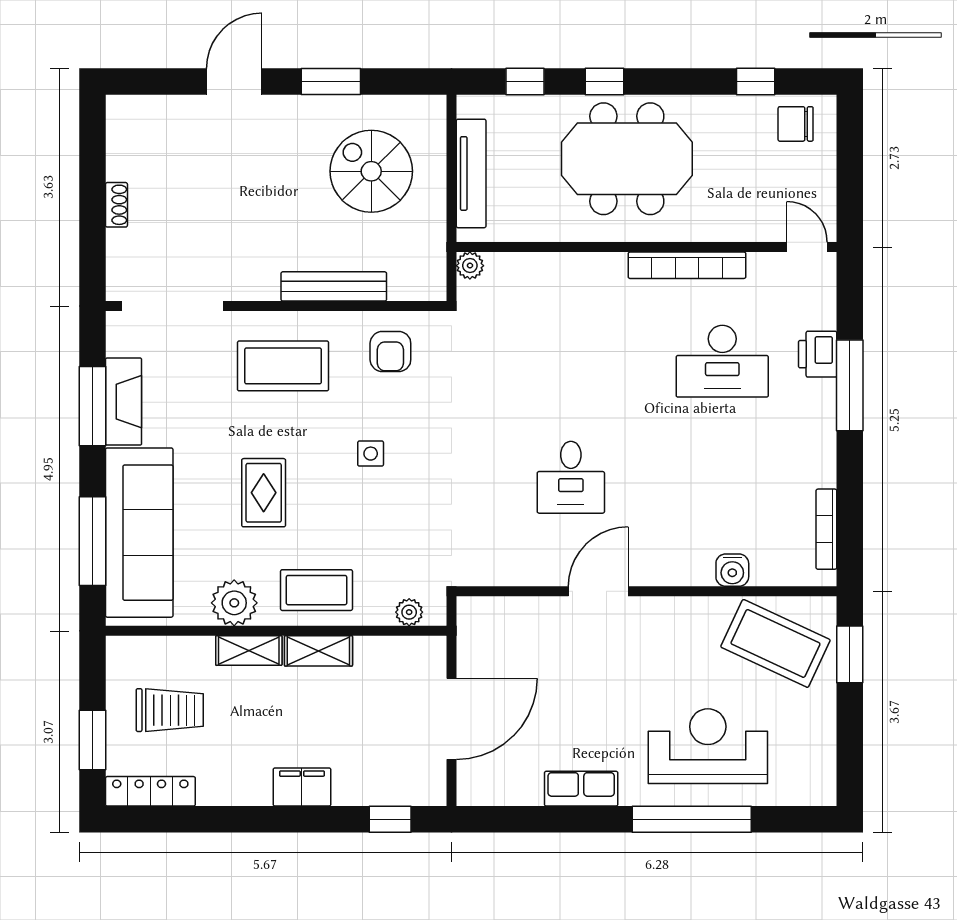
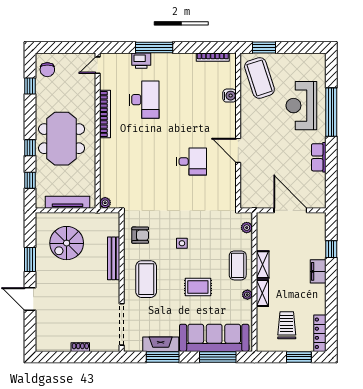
plant: (234, 603) -> (247, 295), width x0.53, depth x0.53
coffee table: (775, 643) -> (259, 78), turned -43
window: (390, 819) -> (331, 249), moved

